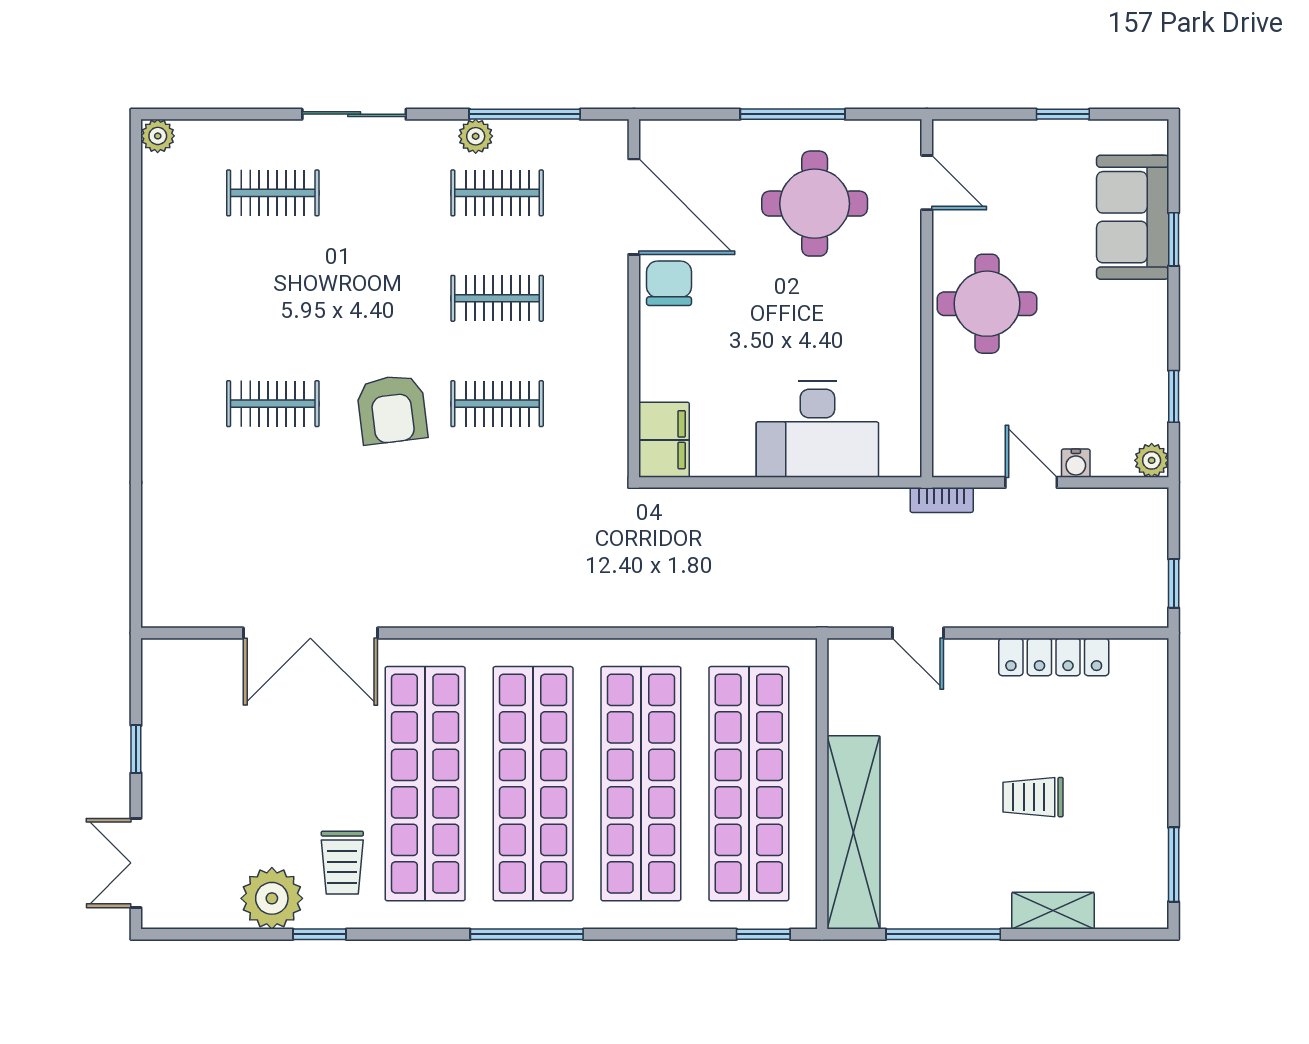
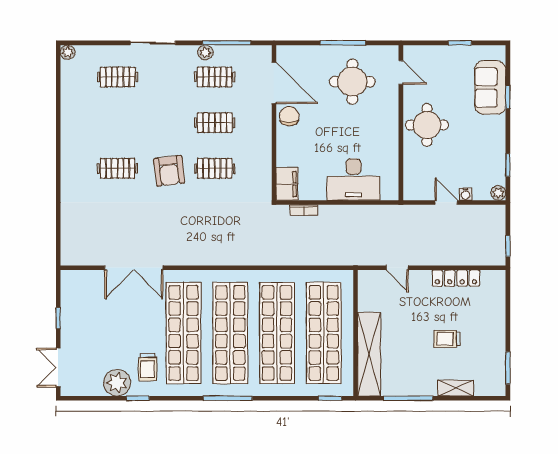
bookcase: (942, 500) -> (304, 210), moved

